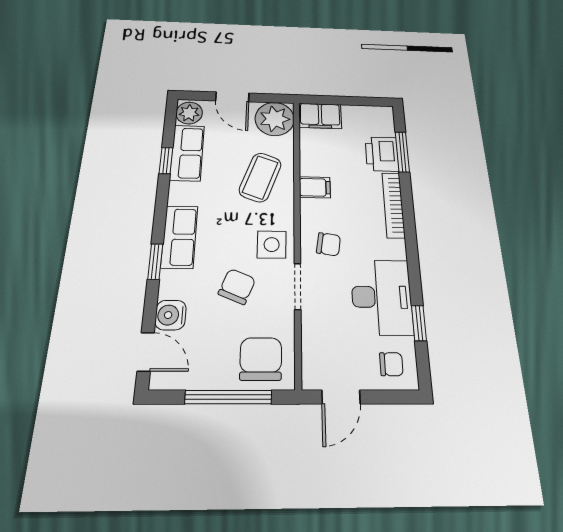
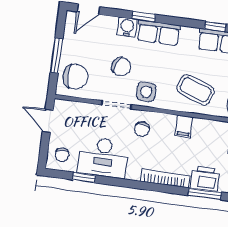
water cooler: (171, 315) -> (127, 27), moved
window: (228, 397) -> (57, 56), width x0.69

